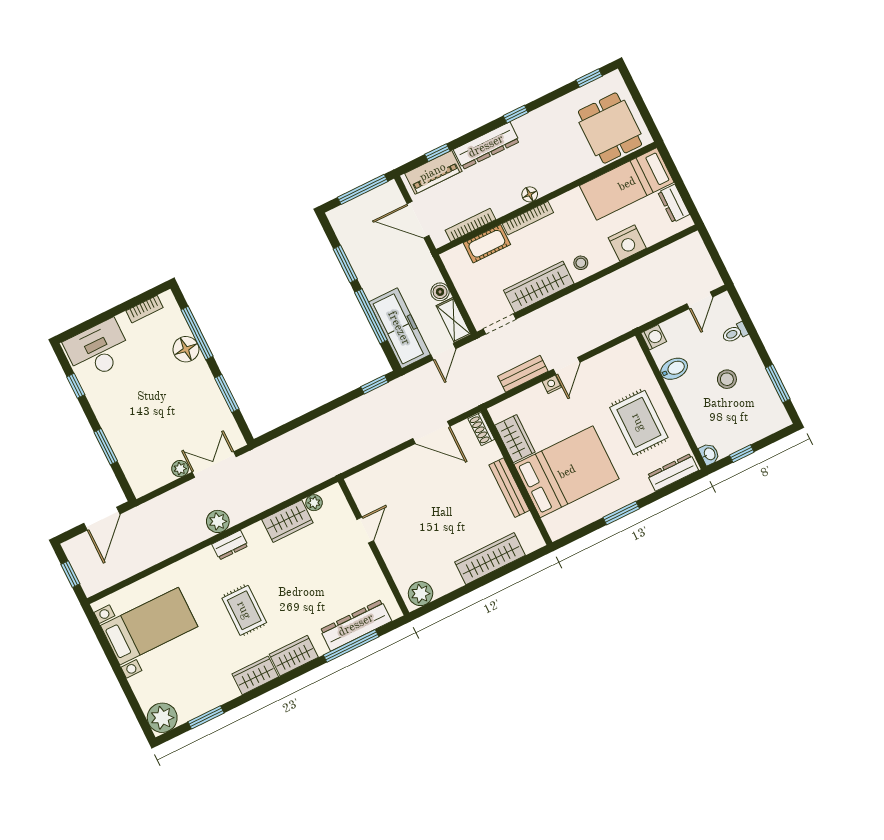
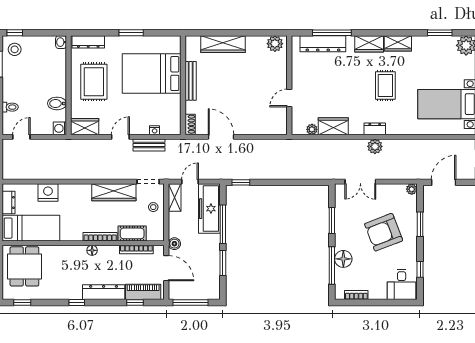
stool: (581, 263) -> (153, 207), moved
boiler: (440, 292) -> (174, 244), moved
desk: (98, 350) -> (402, 284), width x0.73
stool: (727, 379) -> (15, 49), moved
nightstand: (552, 384) -> (155, 130), moved
armchair: (149, 412) -> (384, 232), added
wardrobe: (515, 439) -> (85, 127), moved, turned 90
window: (742, 454) -> (15, 33), moved
plant: (180, 469) -> (412, 189), moved

